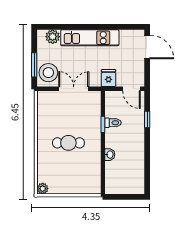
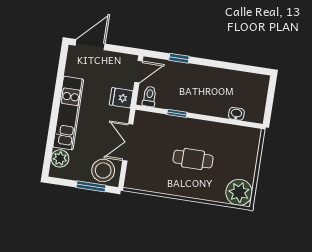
toilet: (113, 123) -> (149, 96), moved
cafe table: (68, 143) -> (193, 159), turned 90
washbasin: (110, 155) -> (236, 114), moved
plant: (43, 189) -> (239, 192), width x1.88, depth x1.88

